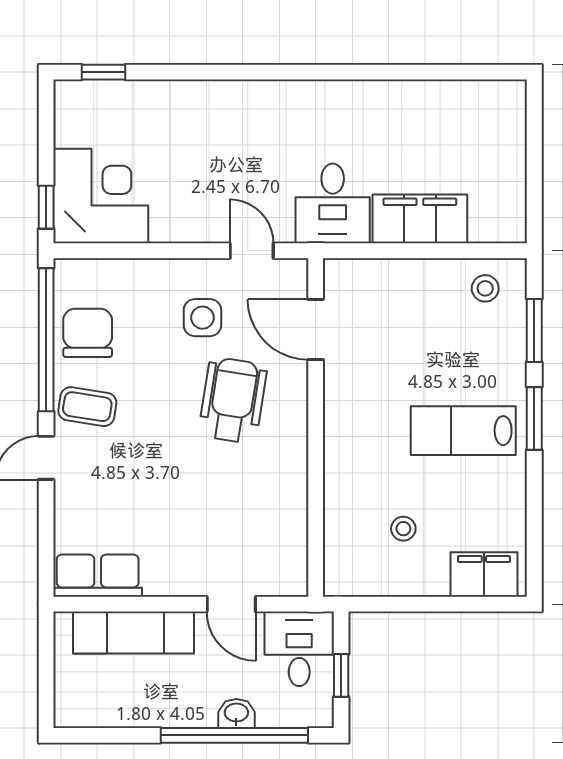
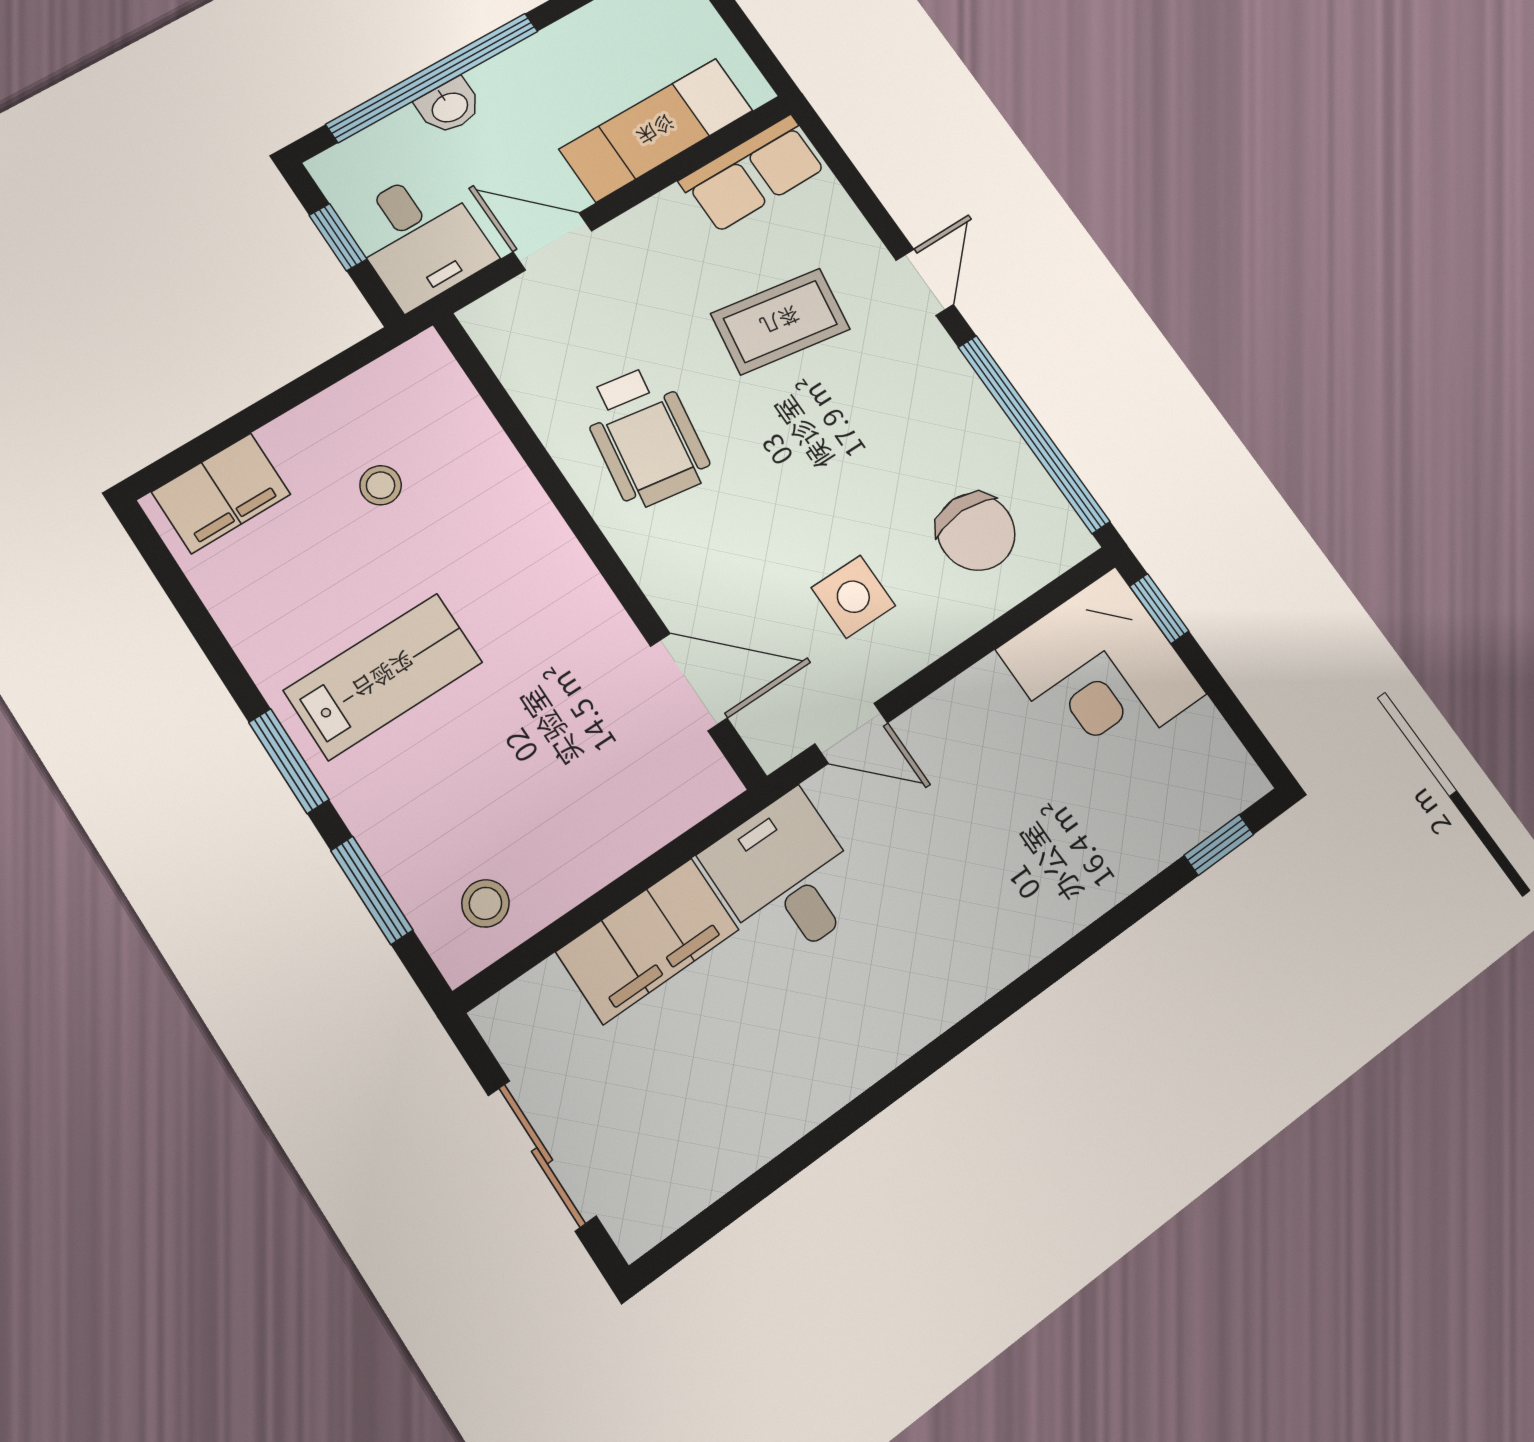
sliding door: (534, 155) -> (542, 1156), added
chair: (88, 333) -> (976, 532), moved
wheelchair: (233, 400) -> (645, 436), moved
coffee table: (87, 407) -> (780, 321), moved, width x1.36, depth x1.30

